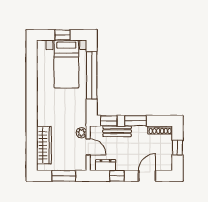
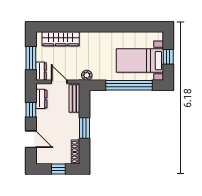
window: (109, 121) -> (85, 102), removed
bench: (117, 131) -> (74, 99), moved
plant: (81, 133) -> (87, 75), moved
door: (88, 147) -> (59, 82), swing flipped
dresser: (77, 165) -> (41, 71), added

